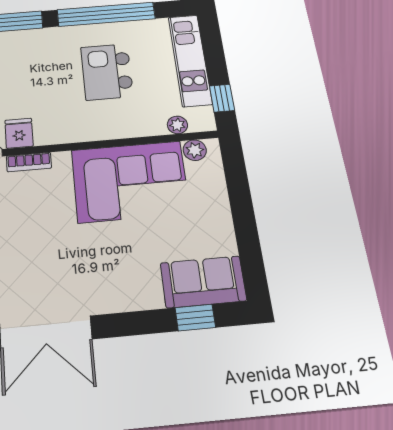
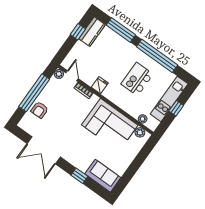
window: (222, 98) -> (176, 108), moved
fridge: (19, 133) -> (100, 85), moved
window: (195, 318) -> (79, 176), moved

